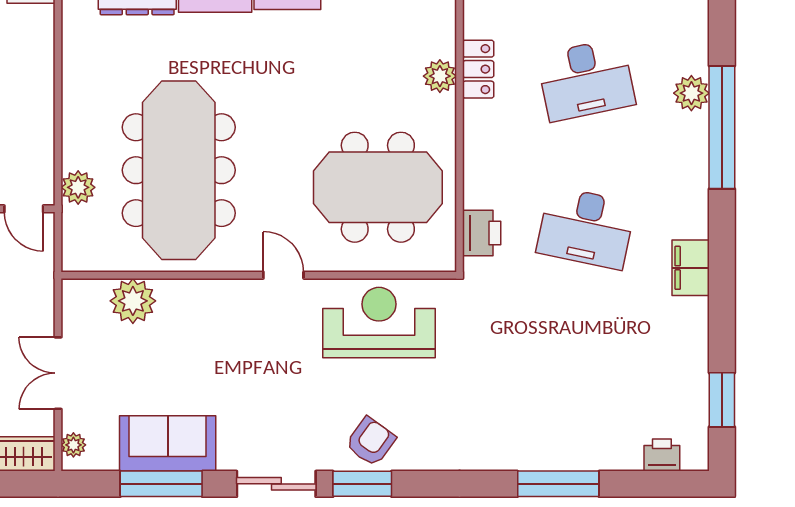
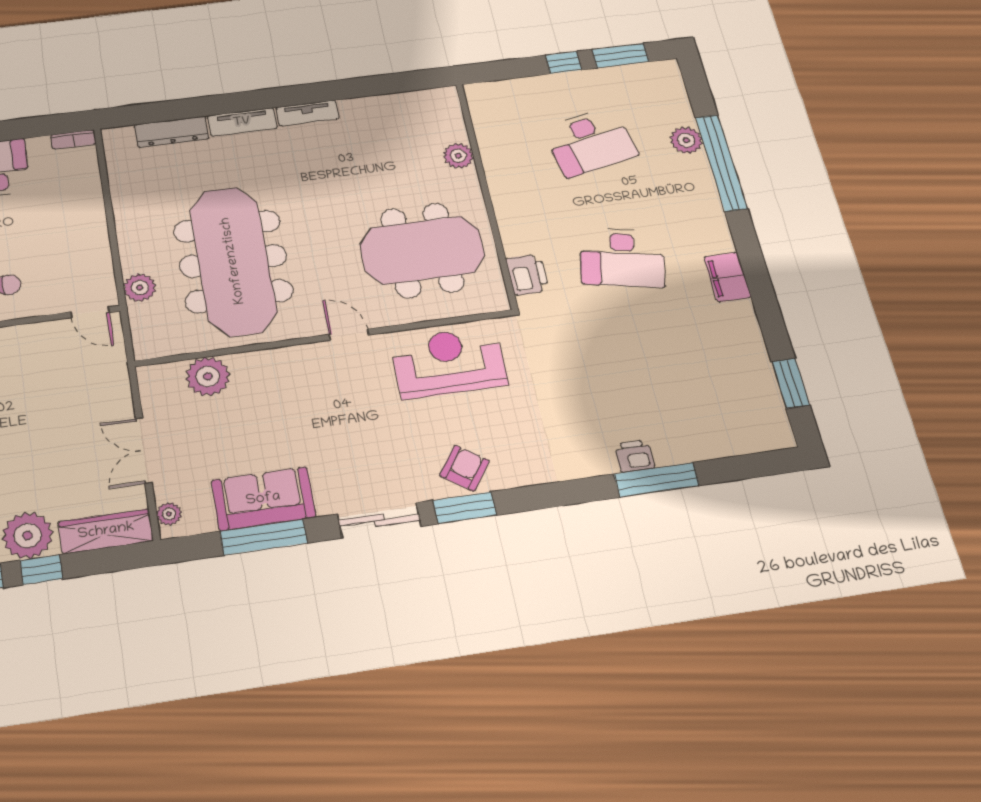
locker: (478, 69) -> (492, 146), removed
printer: (662, 455) -> (634, 456), moved

